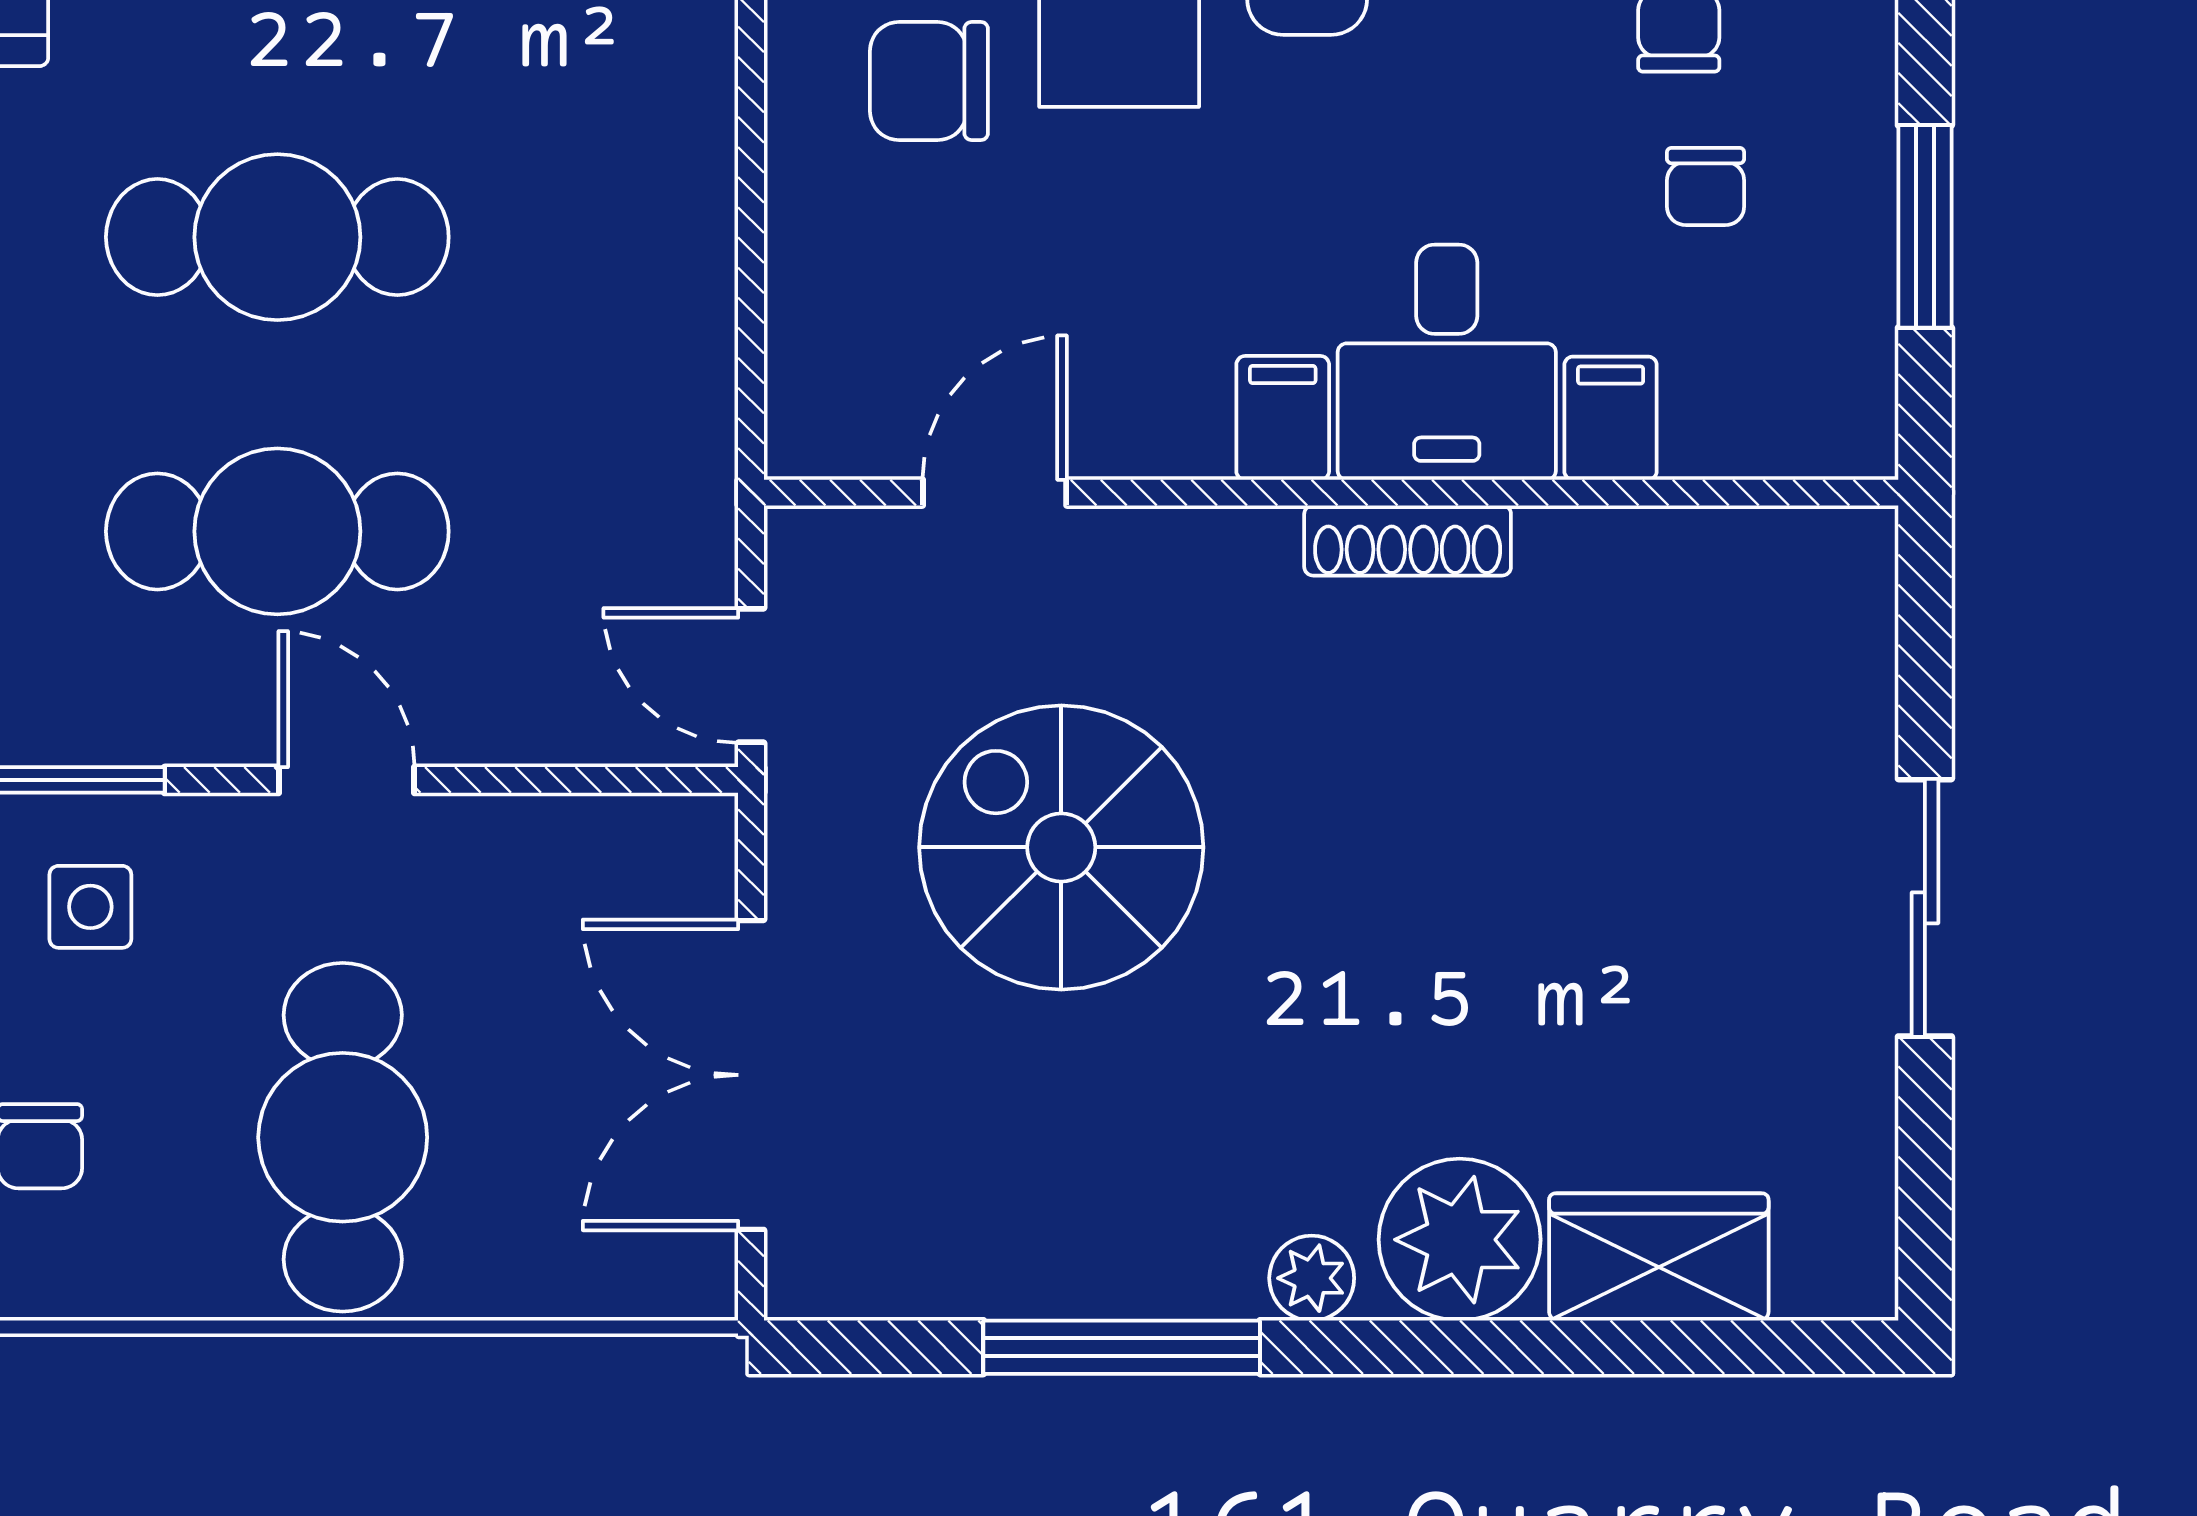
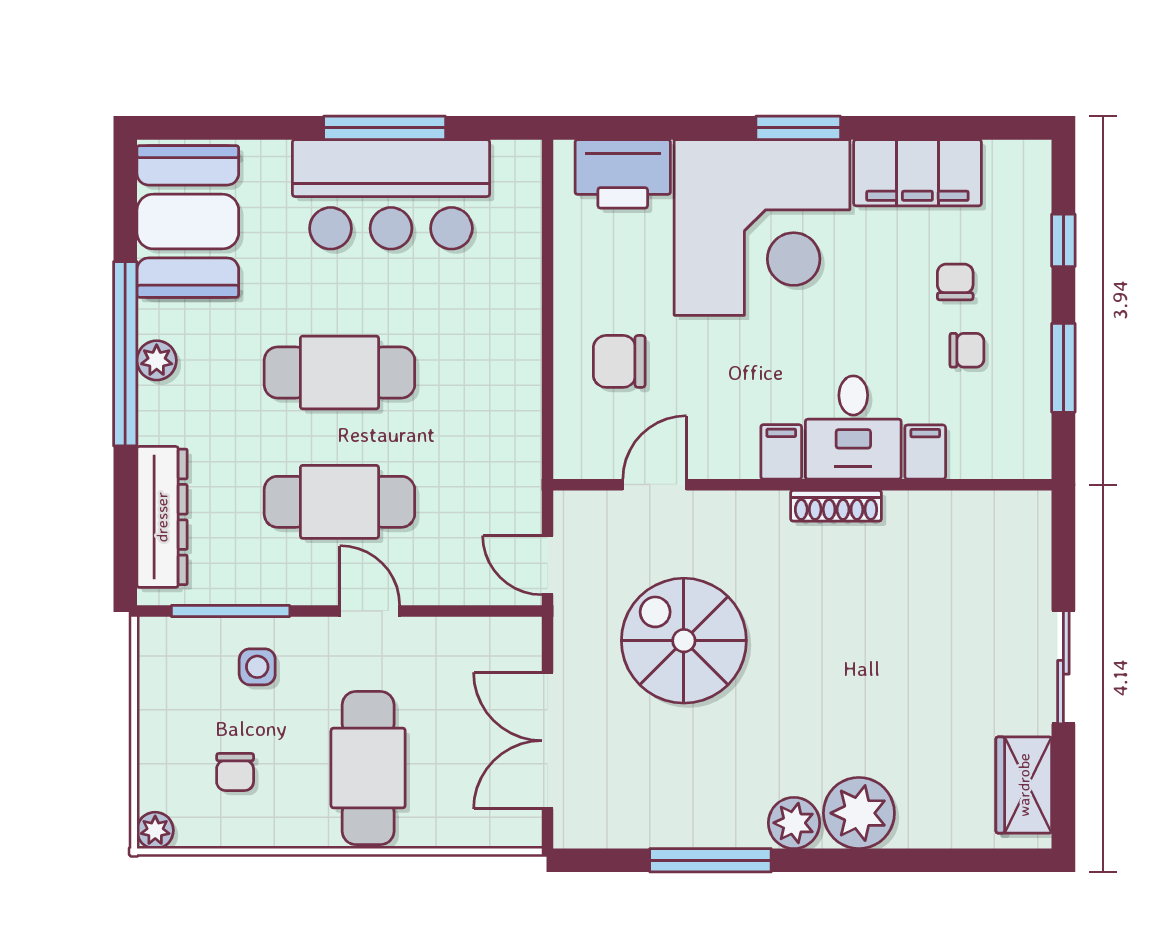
chair: (929, 81) -> (619, 361), moved
chair: (1706, 186) -> (967, 350), turned -90
wardrobe: (1659, 1257) -> (1024, 785), moved, turned -90
plant: (1312, 1278) -> (794, 823), width x1.38, depth x1.38

